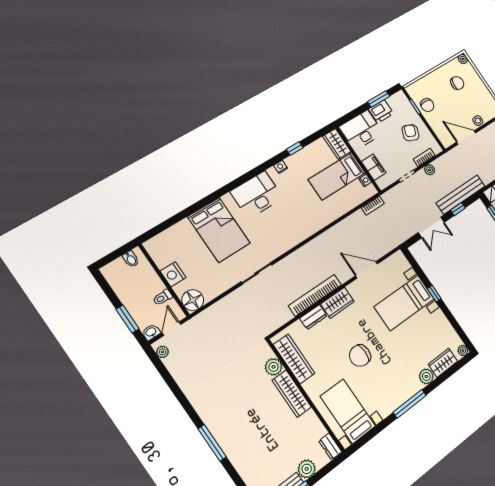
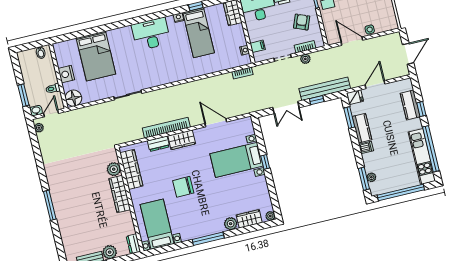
filing cabinet: (374, 167) -> (258, 46), width x0.50
bed: (337, 176) -> (199, 33), moved, turned -90
bed: (219, 230) -> (96, 56), moved

